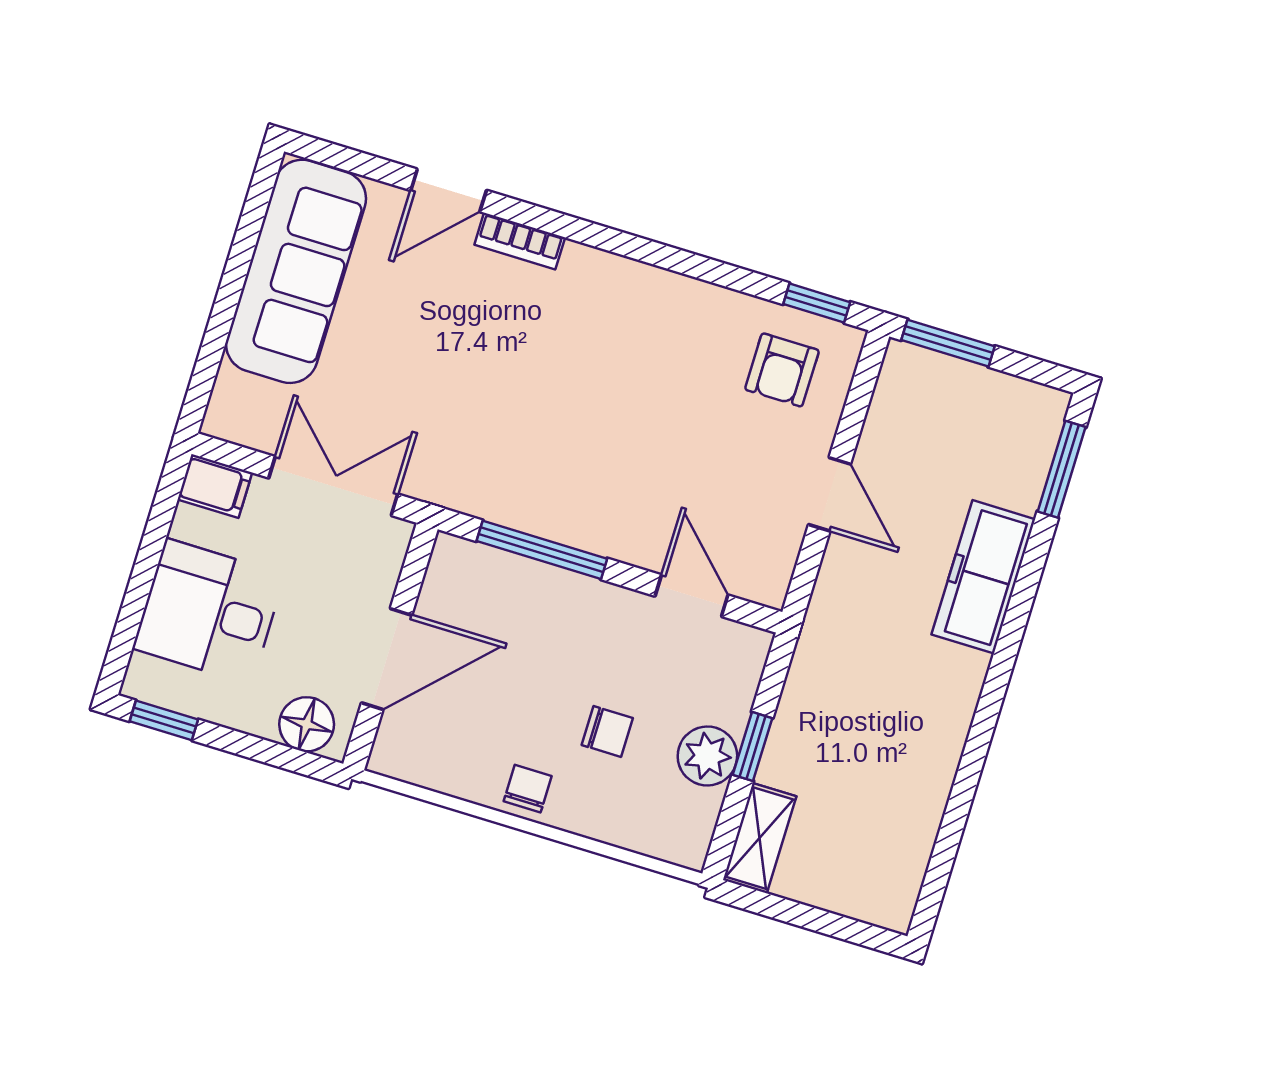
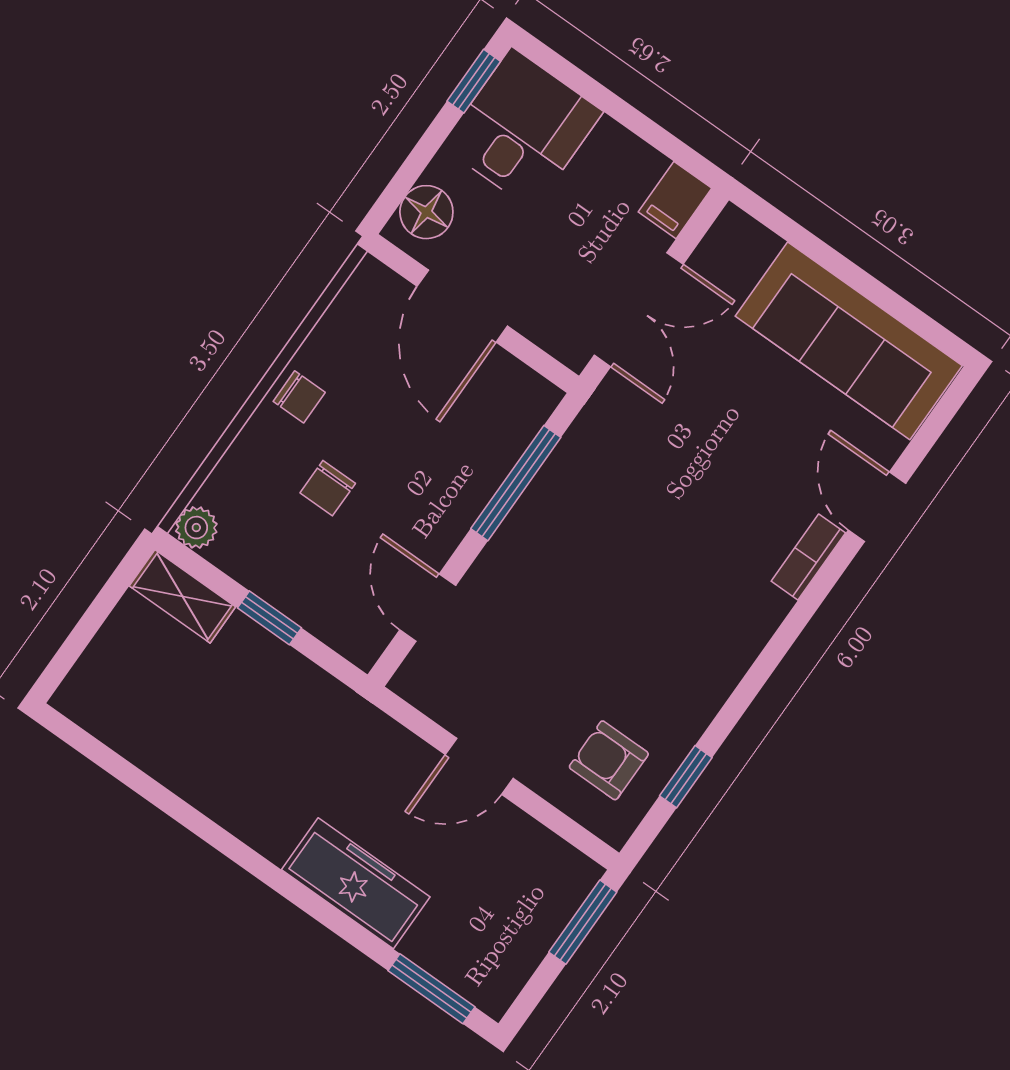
window: (817, 303) -> (686, 777), moved
door: (692, 596) -> (428, 608), swing flipped
desk: (209, 611) -> (522, 129), moved
plant: (707, 756) -> (196, 528), moved, width x0.73, depth x0.73

